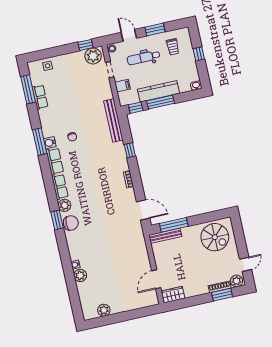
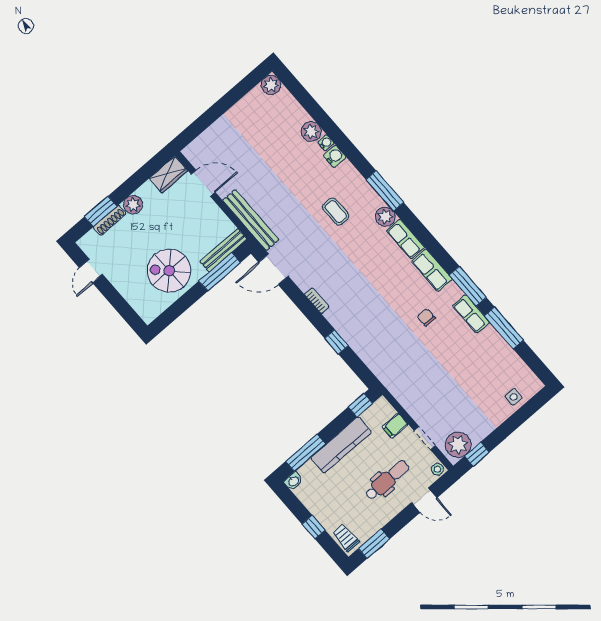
window: (155, 30) -> (374, 544), moved
trolley: (173, 47) -> (346, 538), moved
window: (28, 89) -> (504, 328), moved
row of seats: (40, 97) -> (471, 314), moved
window: (161, 102) -> (306, 453), moved
bench: (113, 120) -> (251, 220), moved
water cooler: (50, 143) -> (335, 156), moved
window: (57, 220) -> (385, 191), width x1.44
chair: (71, 223) -> (364, 197), removed
coffee table: (91, 223) -> (336, 211), added
spiral stairs: (215, 237) -> (169, 271), moved
door: (156, 279) -> (203, 183), hinge flipped
plant: (236, 281) -> (133, 205), moved
plant: (104, 310) -> (271, 85), moved

